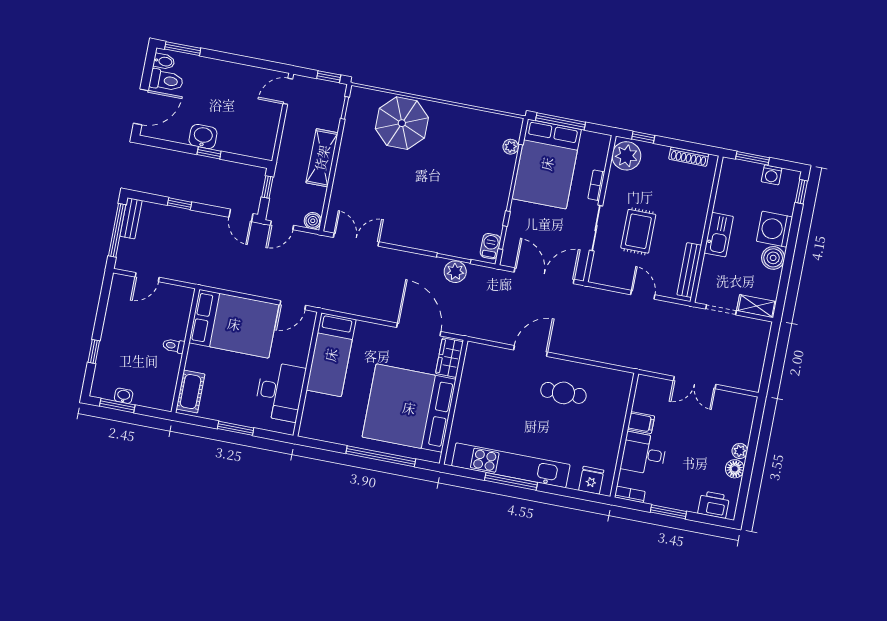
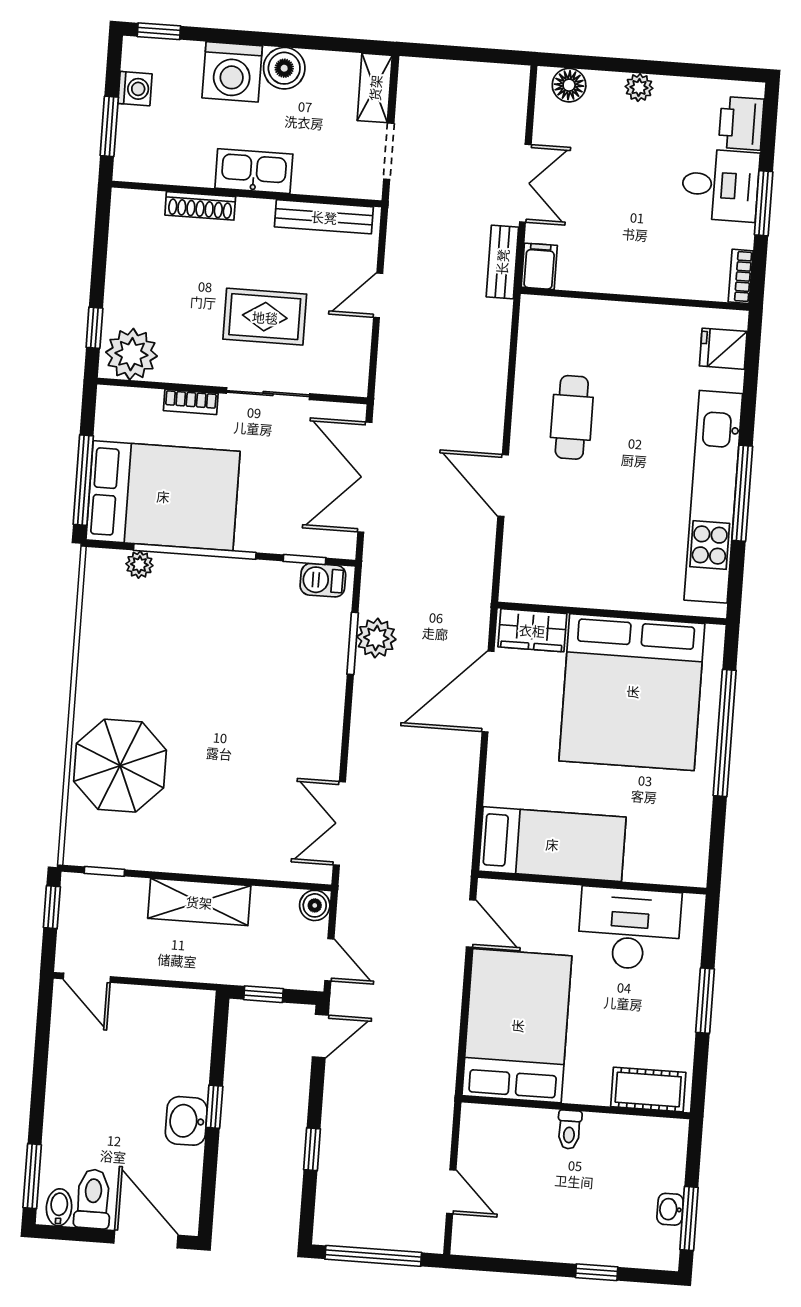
shoe rack: (689, 157) -> (200, 206), moved, turned 90
bench: (131, 218) -> (502, 262), moved, turned 90
filing cabinet: (641, 423) -> (539, 266), moved
desk: (644, 454) -> (720, 185), moved, turned -90
floor lamp: (735, 469) -> (569, 85), moved

